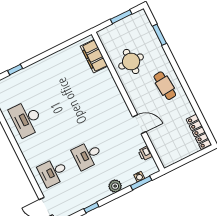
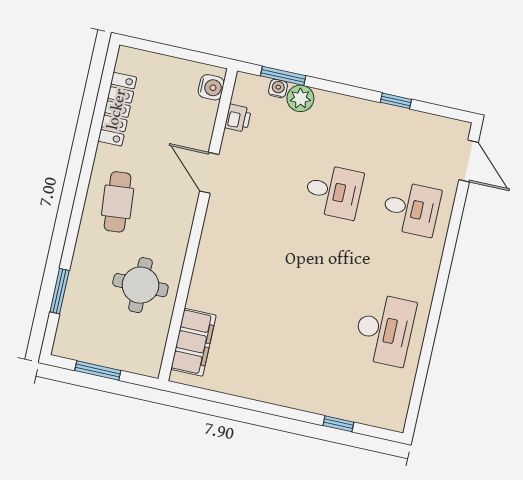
locker: (199, 132) -> (117, 109), moved
water cooler: (165, 157) -> (211, 87), added
plant: (115, 186) -> (300, 98), moved

